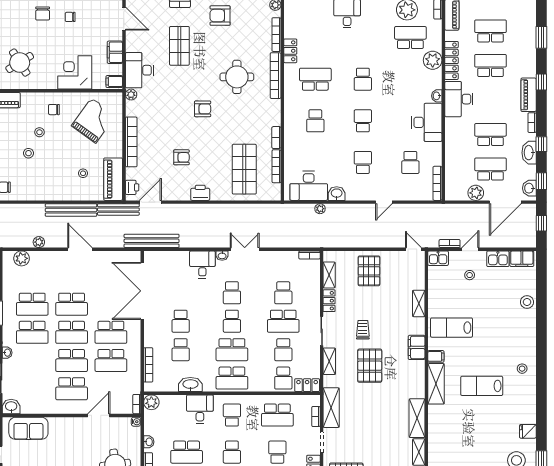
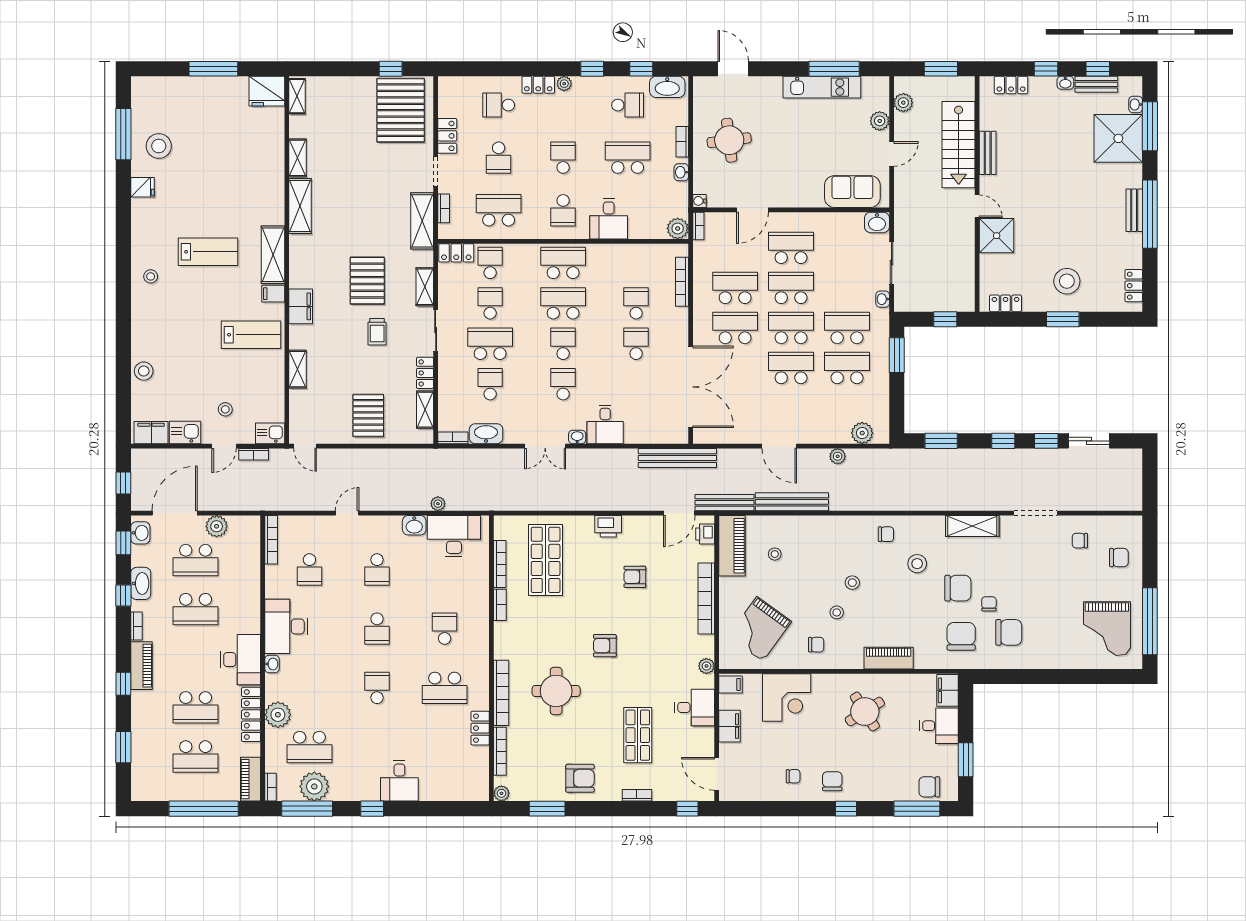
desk: (139, 70) -> (695, 707), width x0.73
school desk: (410, 162) -> (309, 569), turned 180
washbasin: (190, 384) -> (486, 434), moved, turned 180

